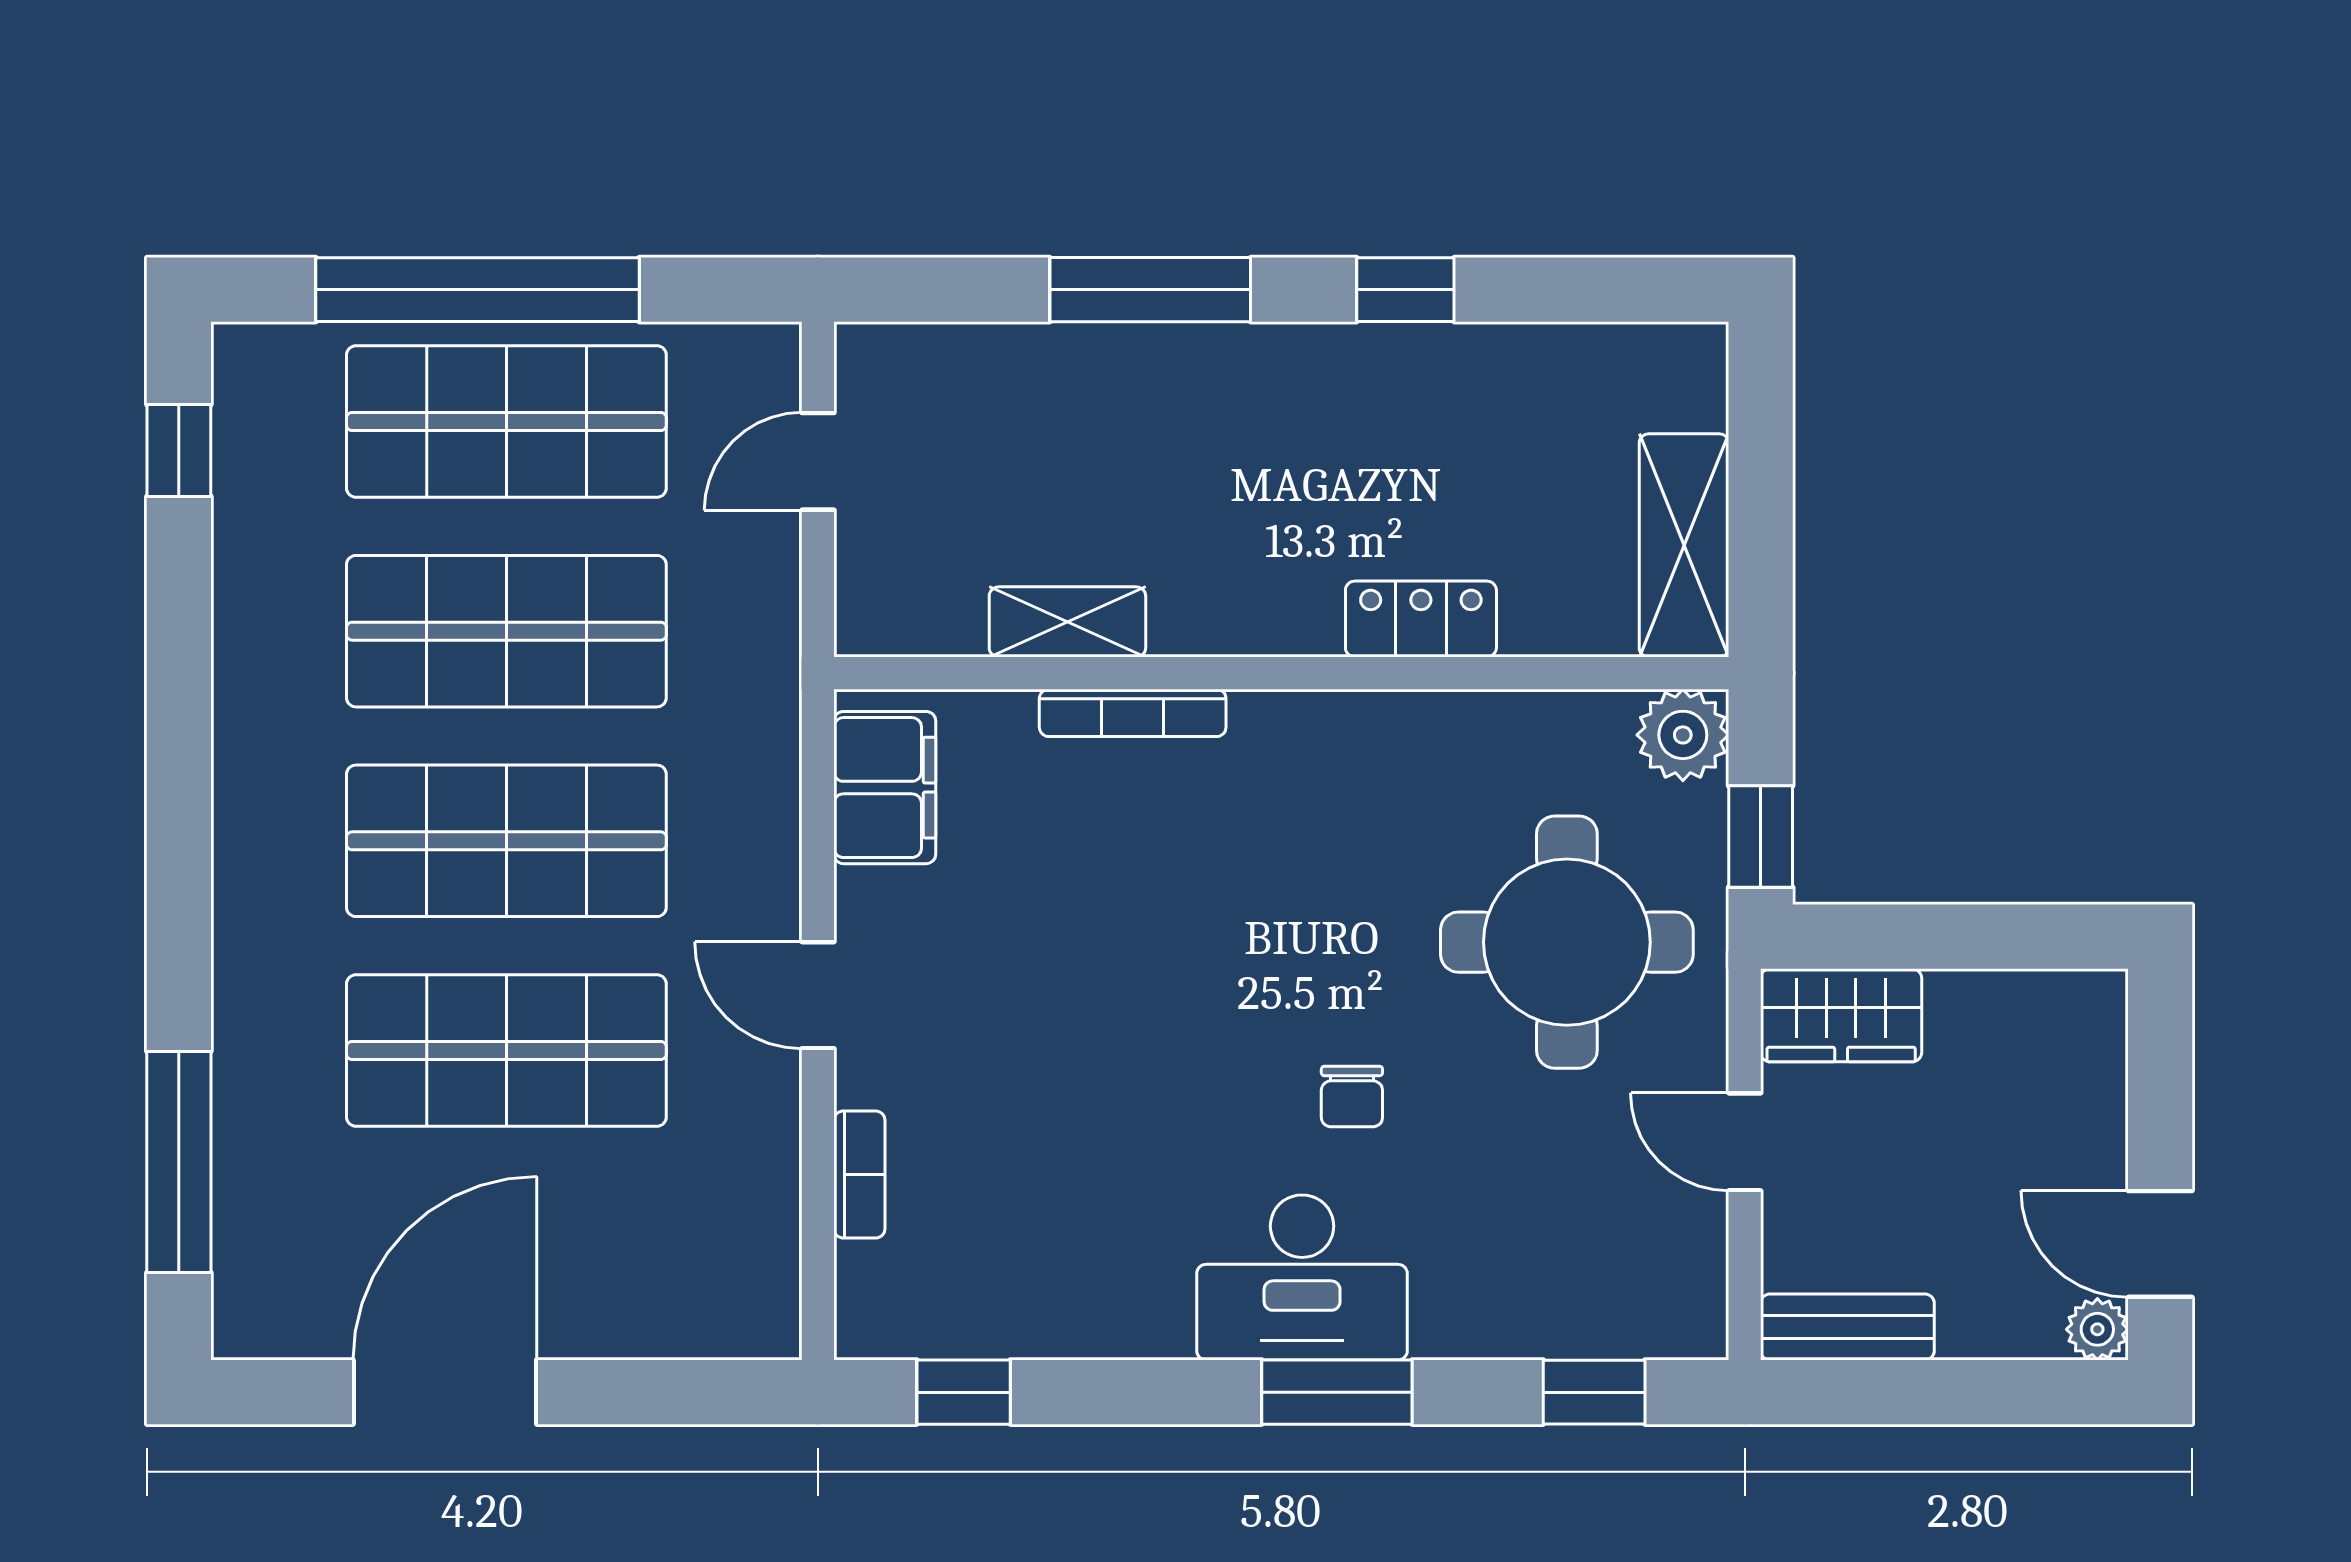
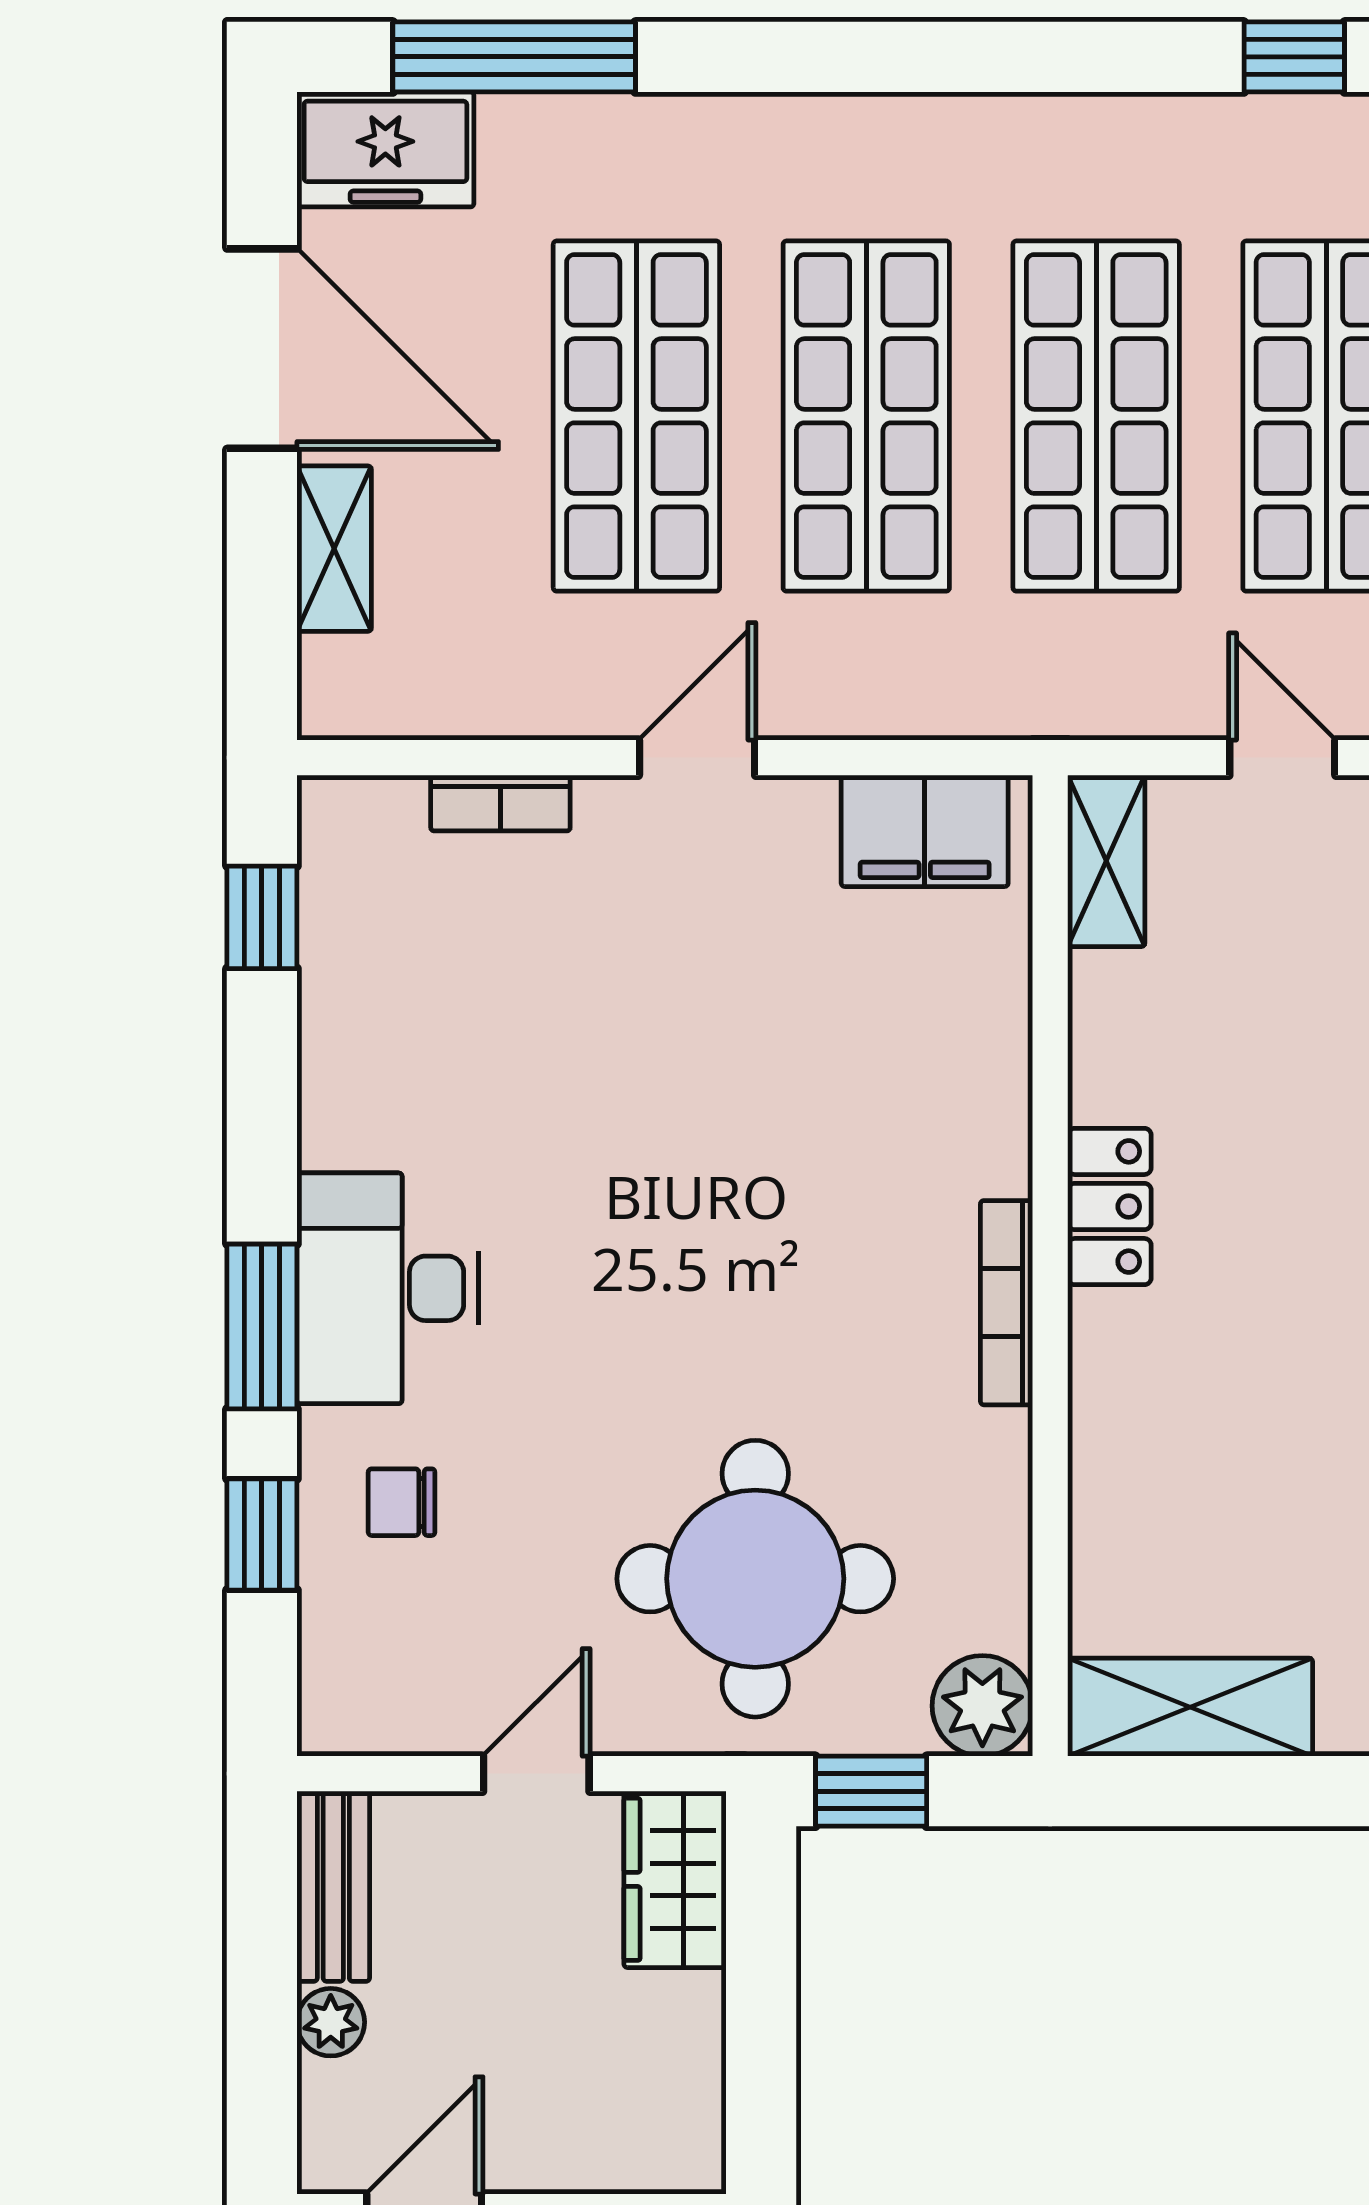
locker: (1421, 619) -> (1109, 1206), moved
shelving: (1067, 622) -> (1106, 861), moved
bookcase: (1133, 713) -> (1007, 1303), moved
chair: (1352, 1097) -> (402, 1502), moved
freezer: (263, 1279) -> (385, 149), added
shelving: (627, 1326) -> (334, 549), added
plant: (2097, 1329) -> (331, 2022), moved
window: (1594, 1392) -> (262, 1534), moved

